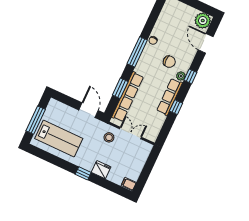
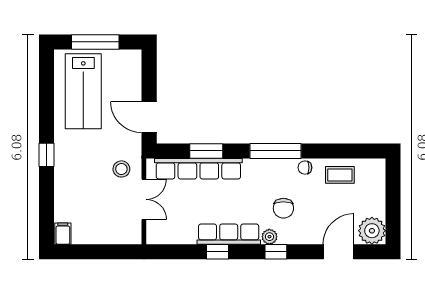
coffee table: (166, 24) -> (340, 175), added
door: (88, 110) -> (149, 117), swing flipped
fridge: (101, 170) -> (65, 180), removed

